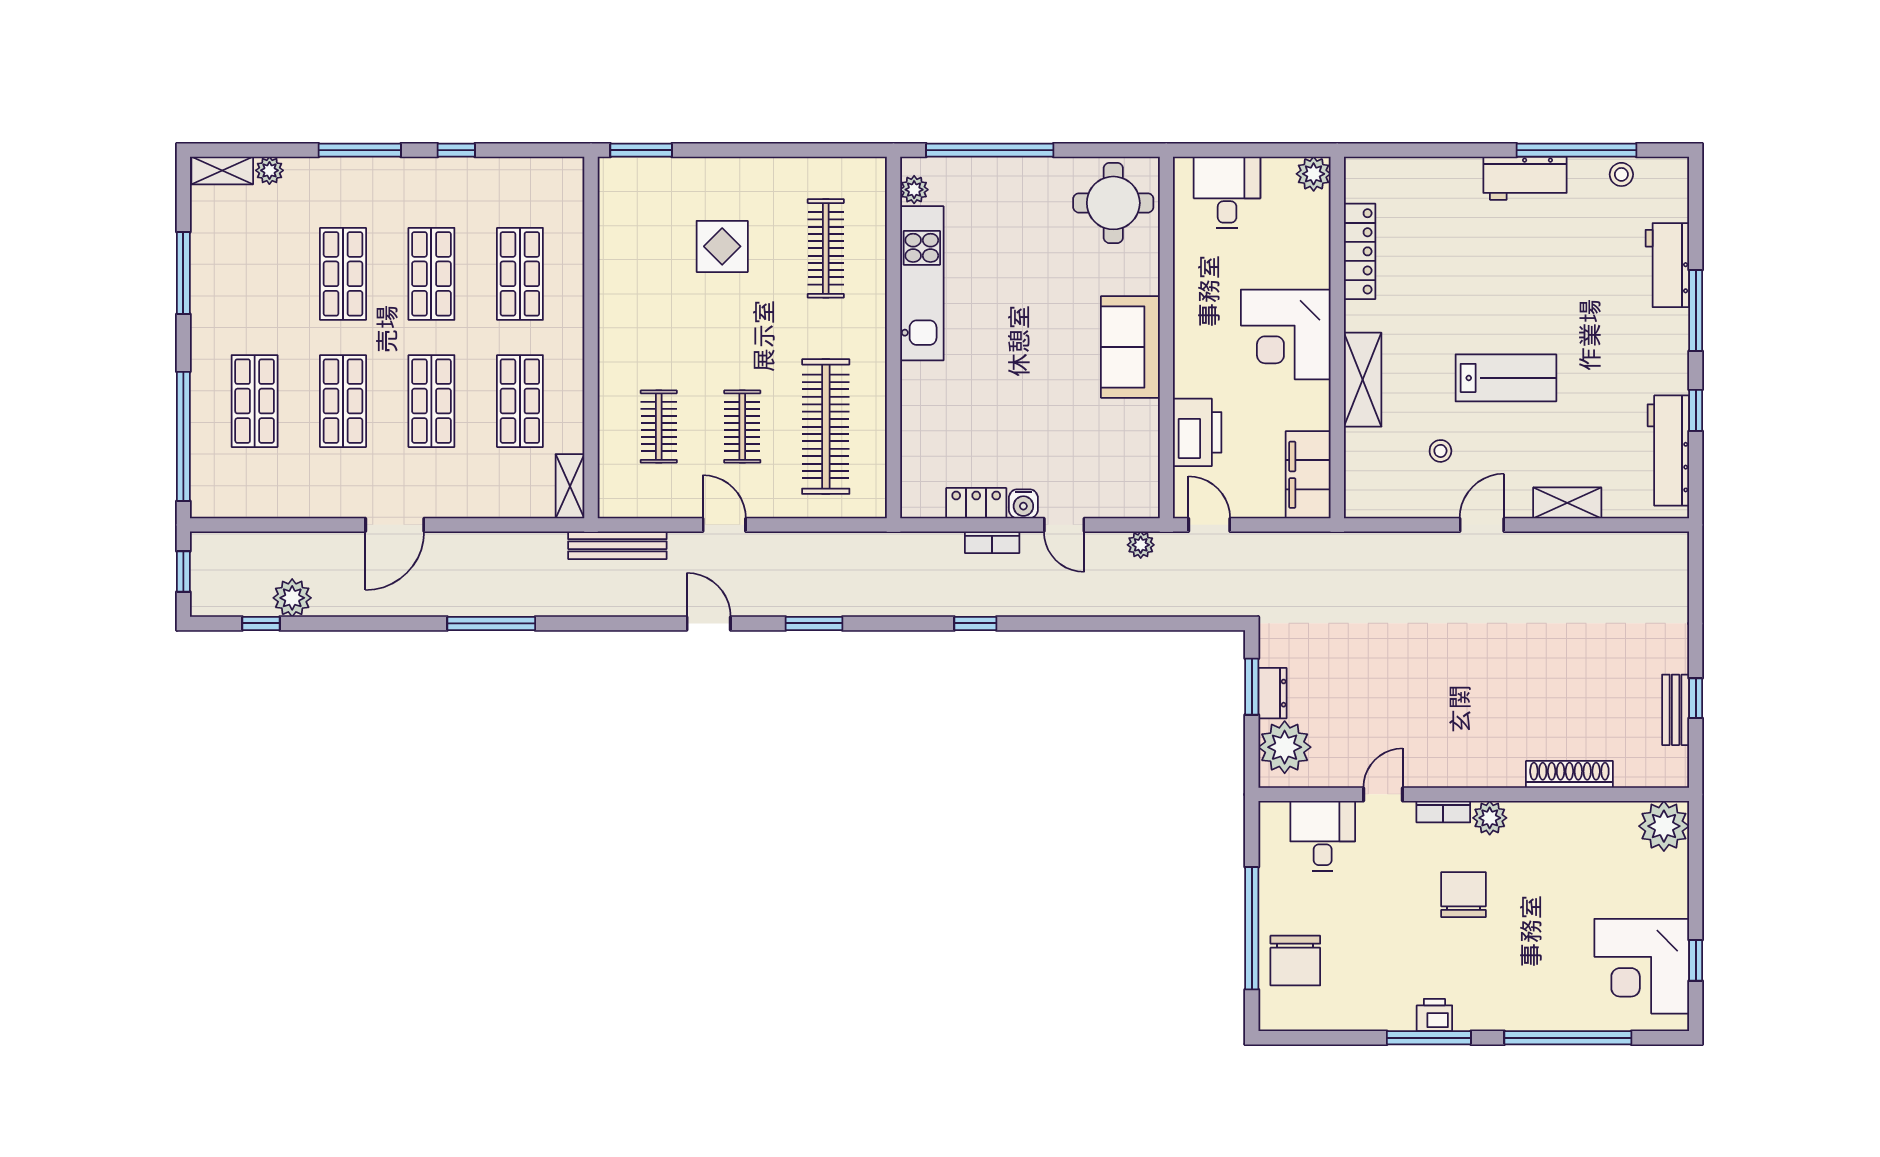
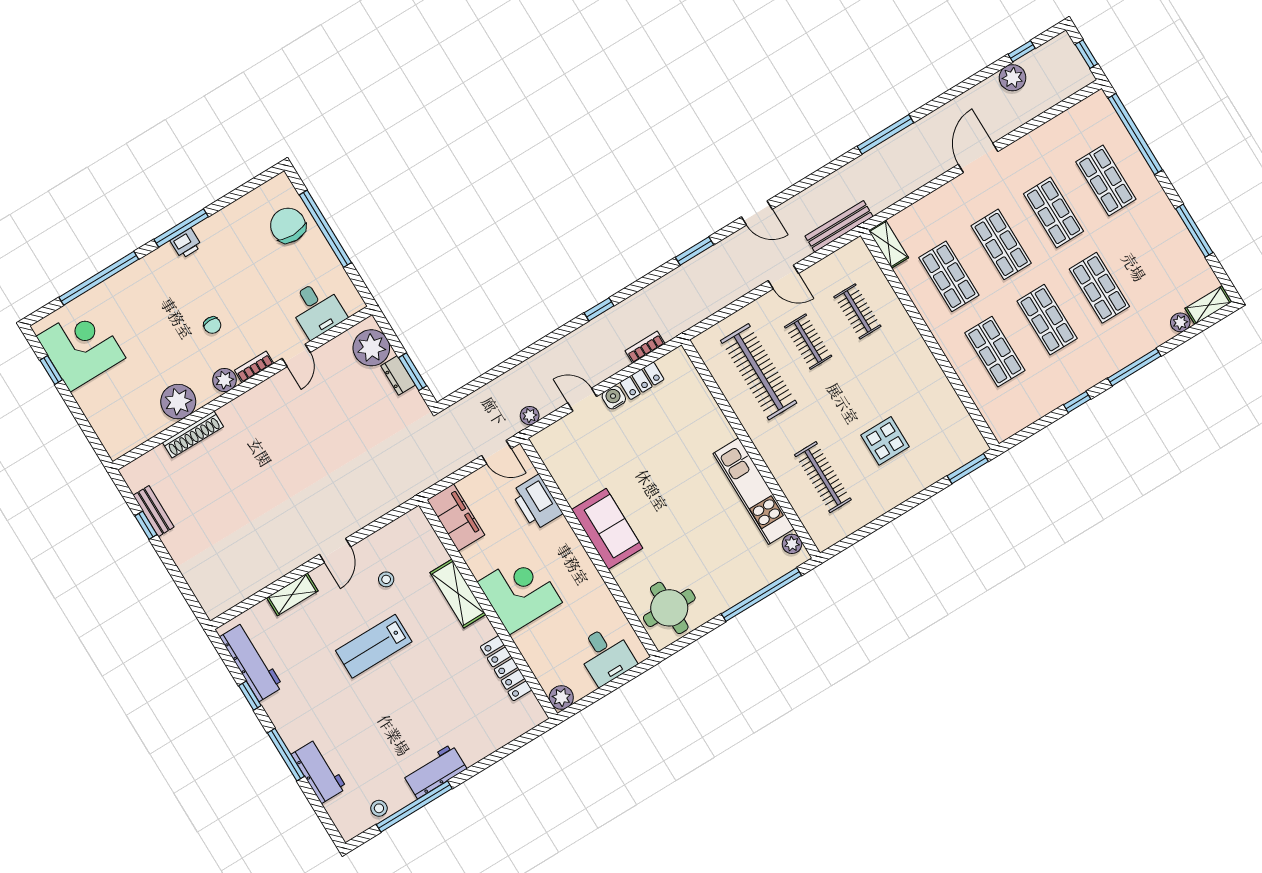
bookcase: (992, 542) -> (645, 347), moved
plant: (1664, 826) -> (178, 402), moved
chair: (1464, 895) -> (212, 325), width x0.54, depth x0.54

